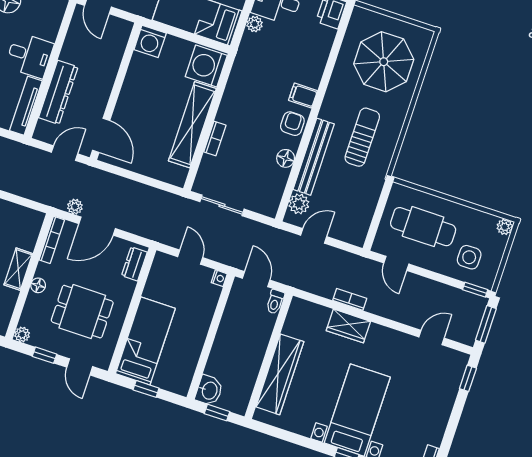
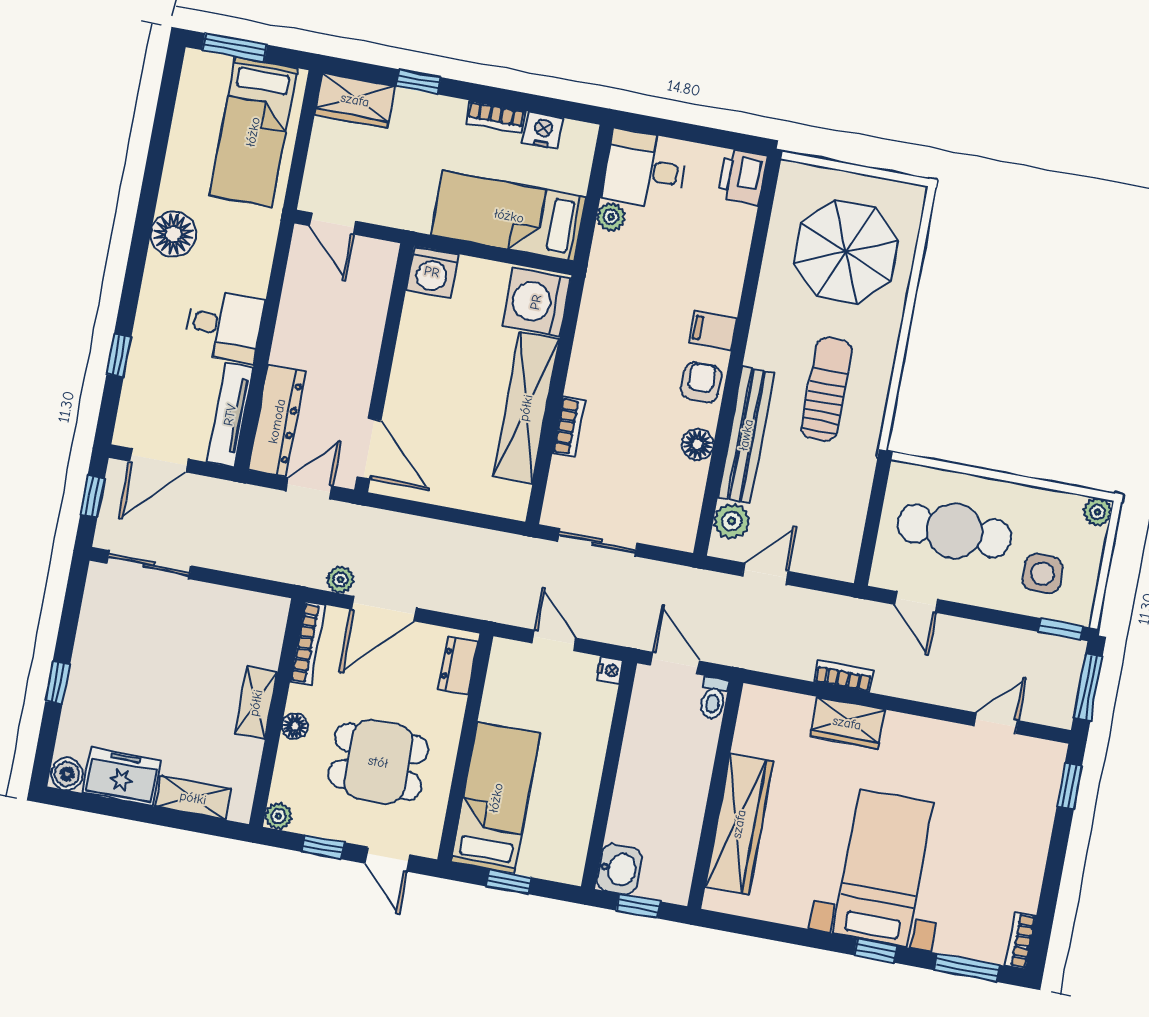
dresser: (58, 92) -> (277, 421), moved

